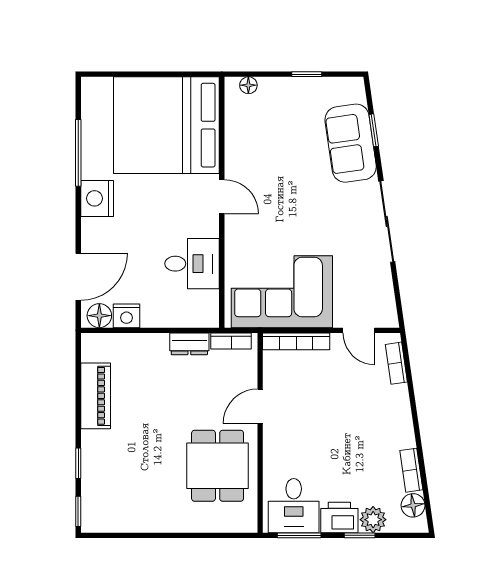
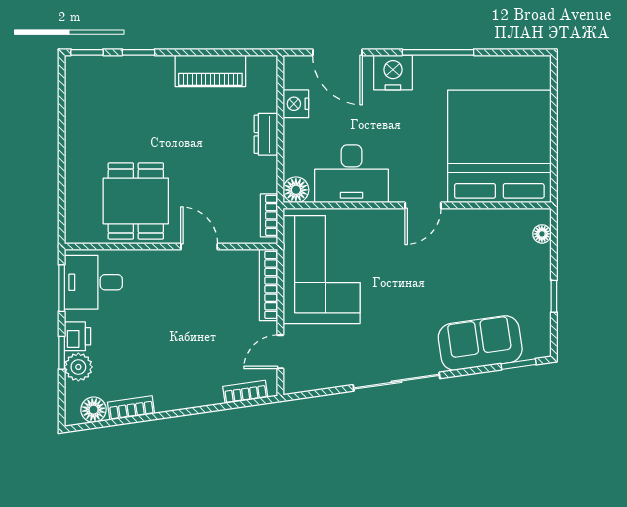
window: (374, 130) -> (519, 364), moved
window: (78, 153) -> (438, 52), moved
nightstand: (97, 198) -> (393, 72), moved
desk: (192, 264) -> (352, 174), width x1.37
floor lamp: (99, 316) -> (296, 190), moved
dresser: (189, 344) -> (266, 134), moved
dining table: (218, 466) -> (136, 201), turned 90
printer: (339, 517) -> (77, 336), width x0.73, depth x0.81

